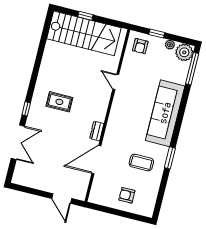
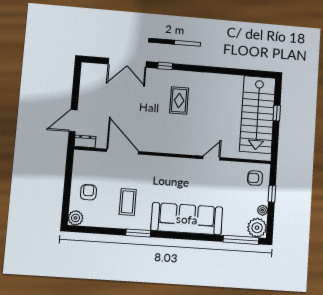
dresser: (97, 131) -> (85, 141), moved
plant: (147, 210) -> (76, 218), added

